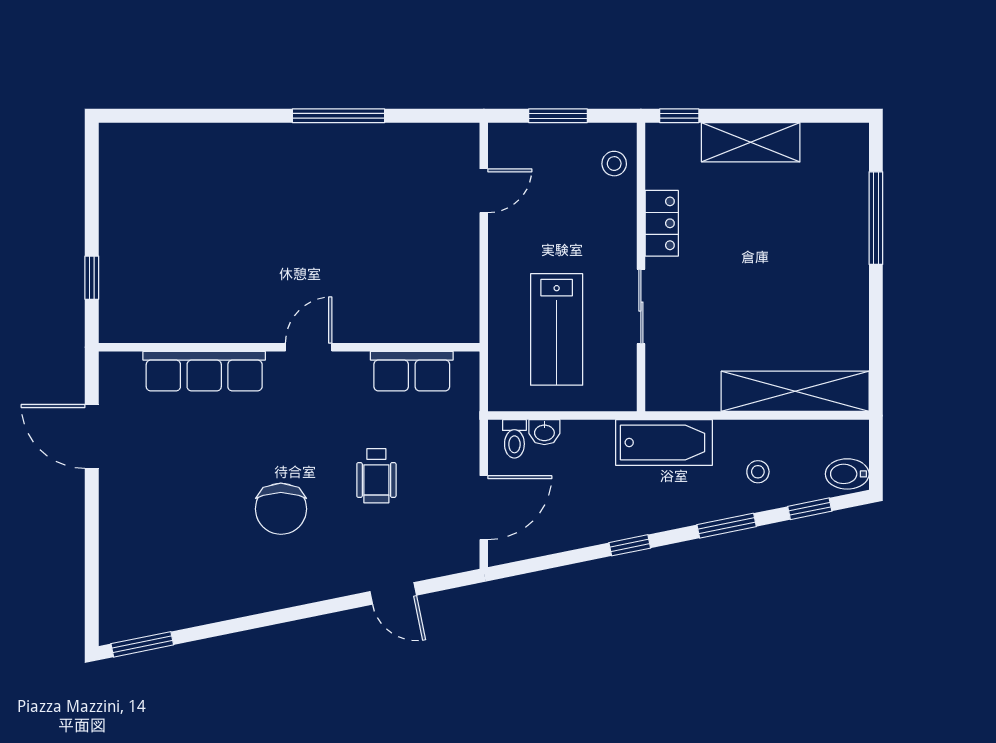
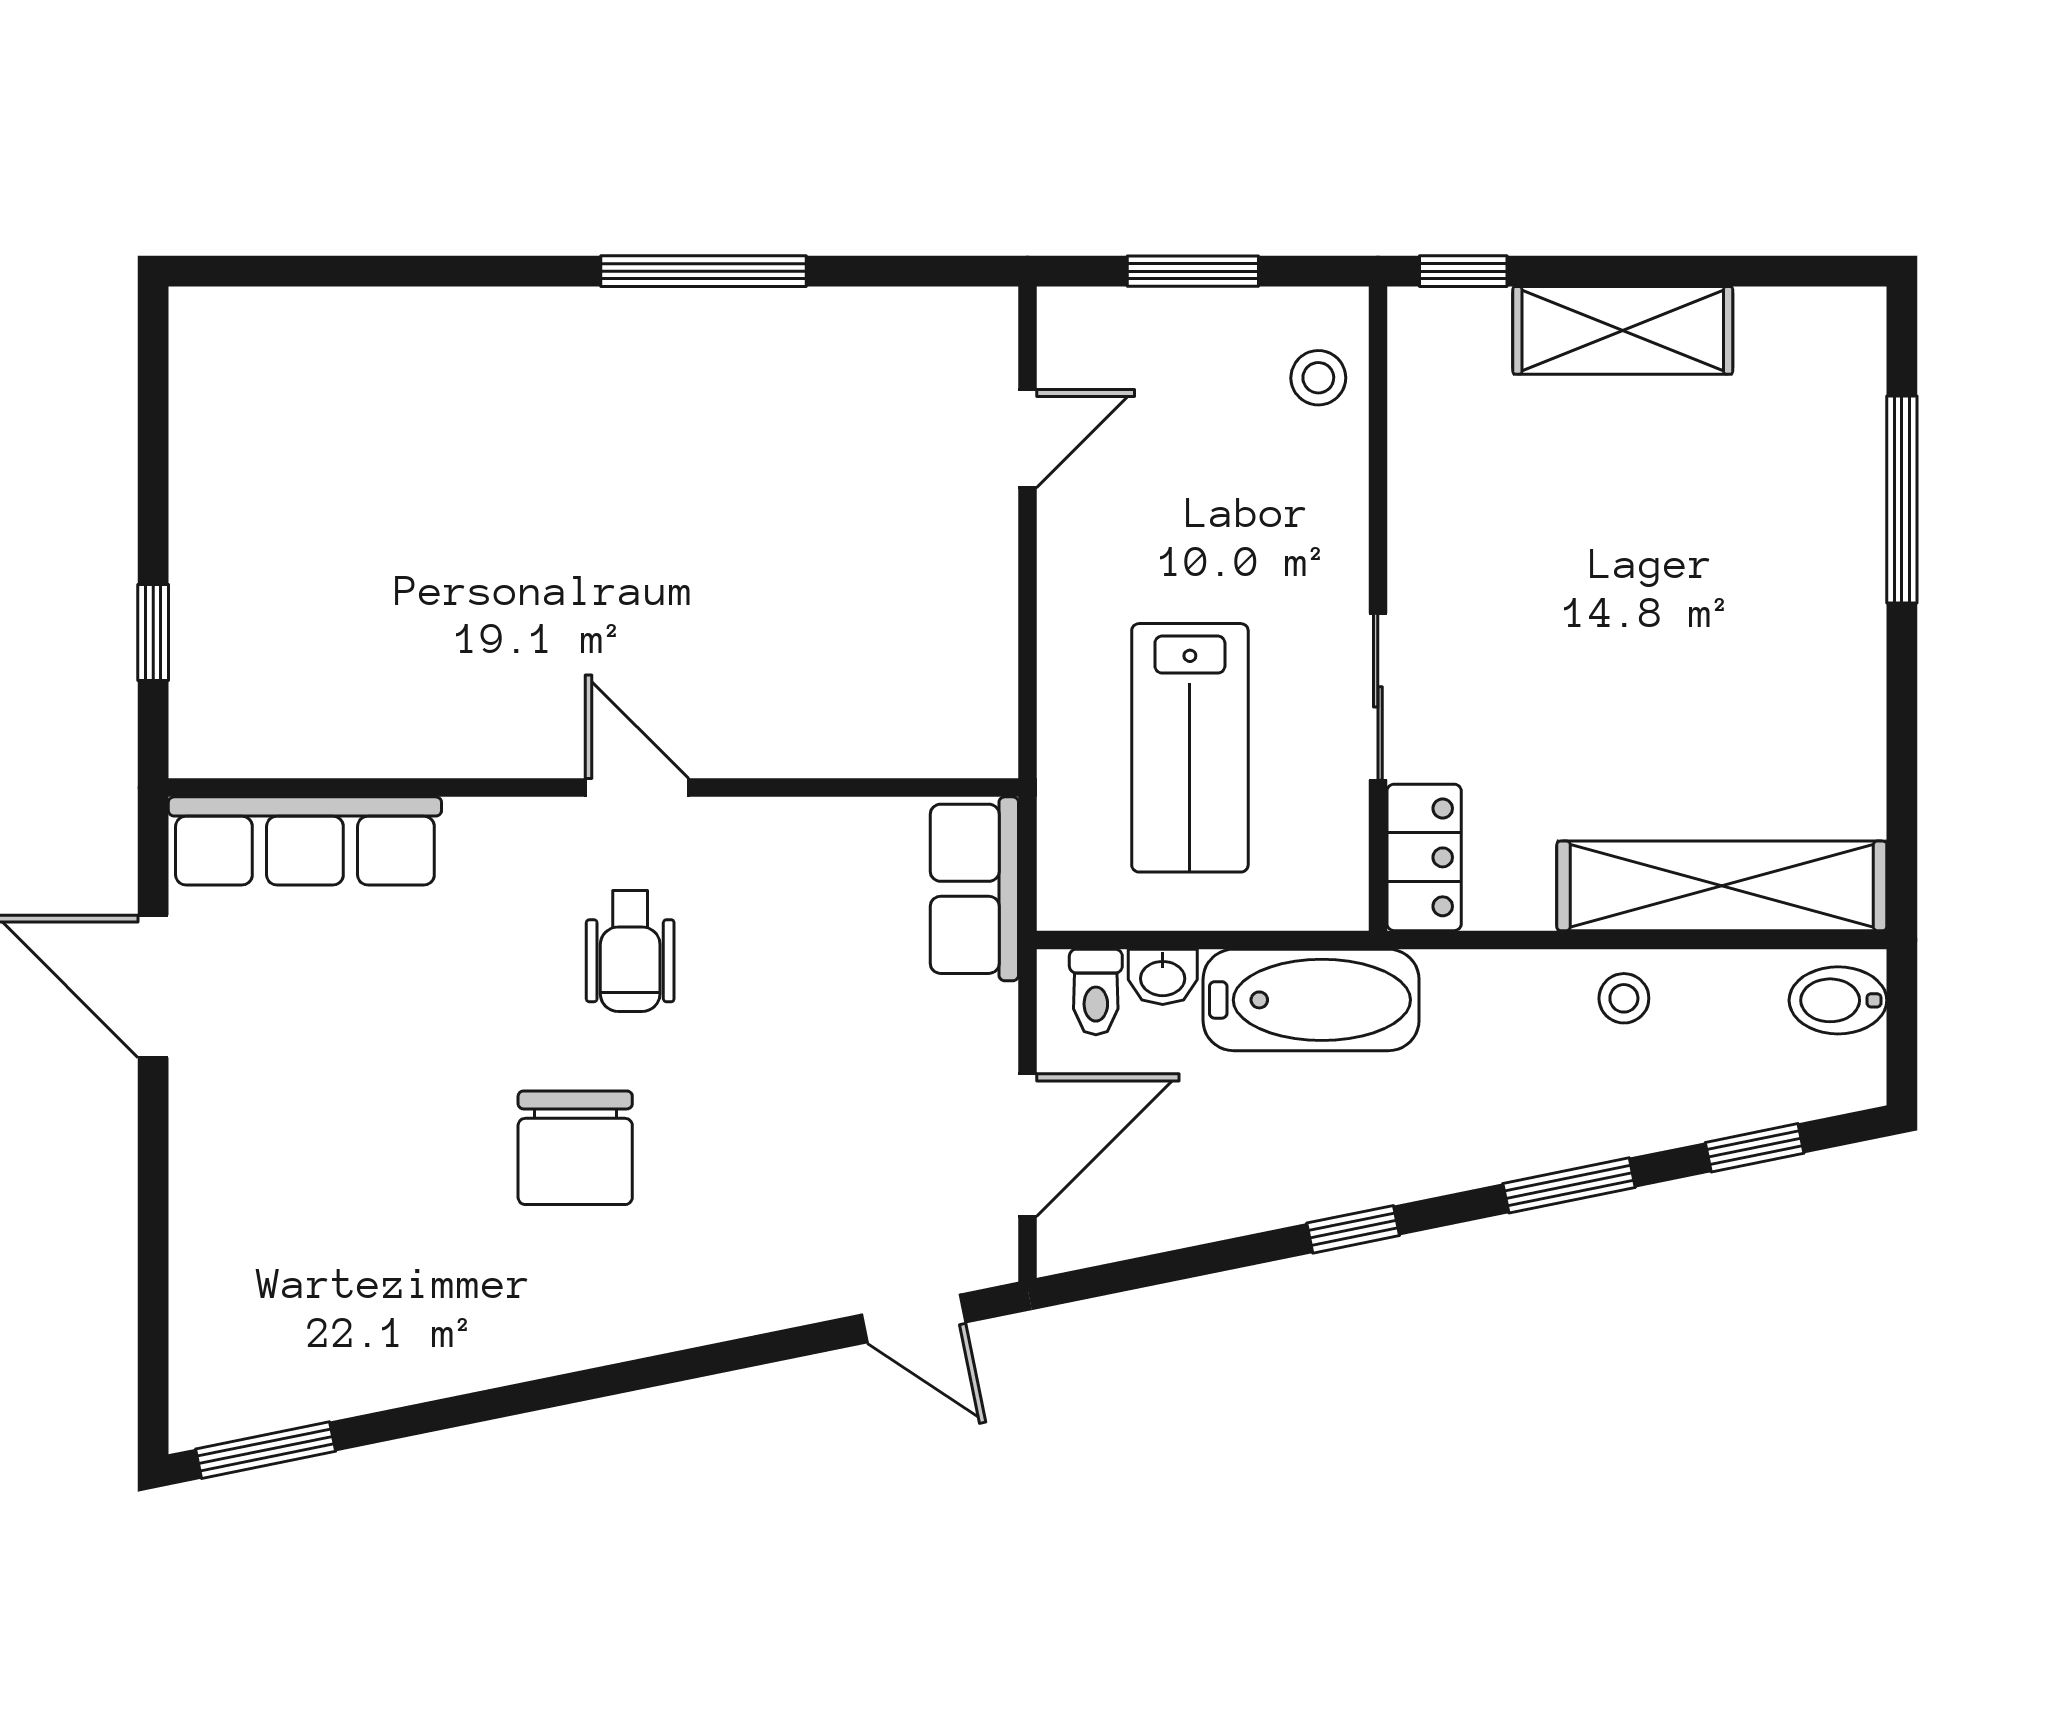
locker: (662, 223) -> (1424, 857), moved
door: (309, 347) -> (637, 788), hinge flipped
row of seats: (204, 371) -> (305, 841), moved
row of seats: (412, 371) -> (974, 889), moved, turned 90
bathtub: (664, 442) -> (1311, 1000), moved
stool: (758, 472) -> (1624, 998), moved
bidet: (847, 474) -> (1838, 1000), moved
wheelchair: (376, 476) -> (630, 951), moved
door: (393, 593) -> (914, 1319), moved

